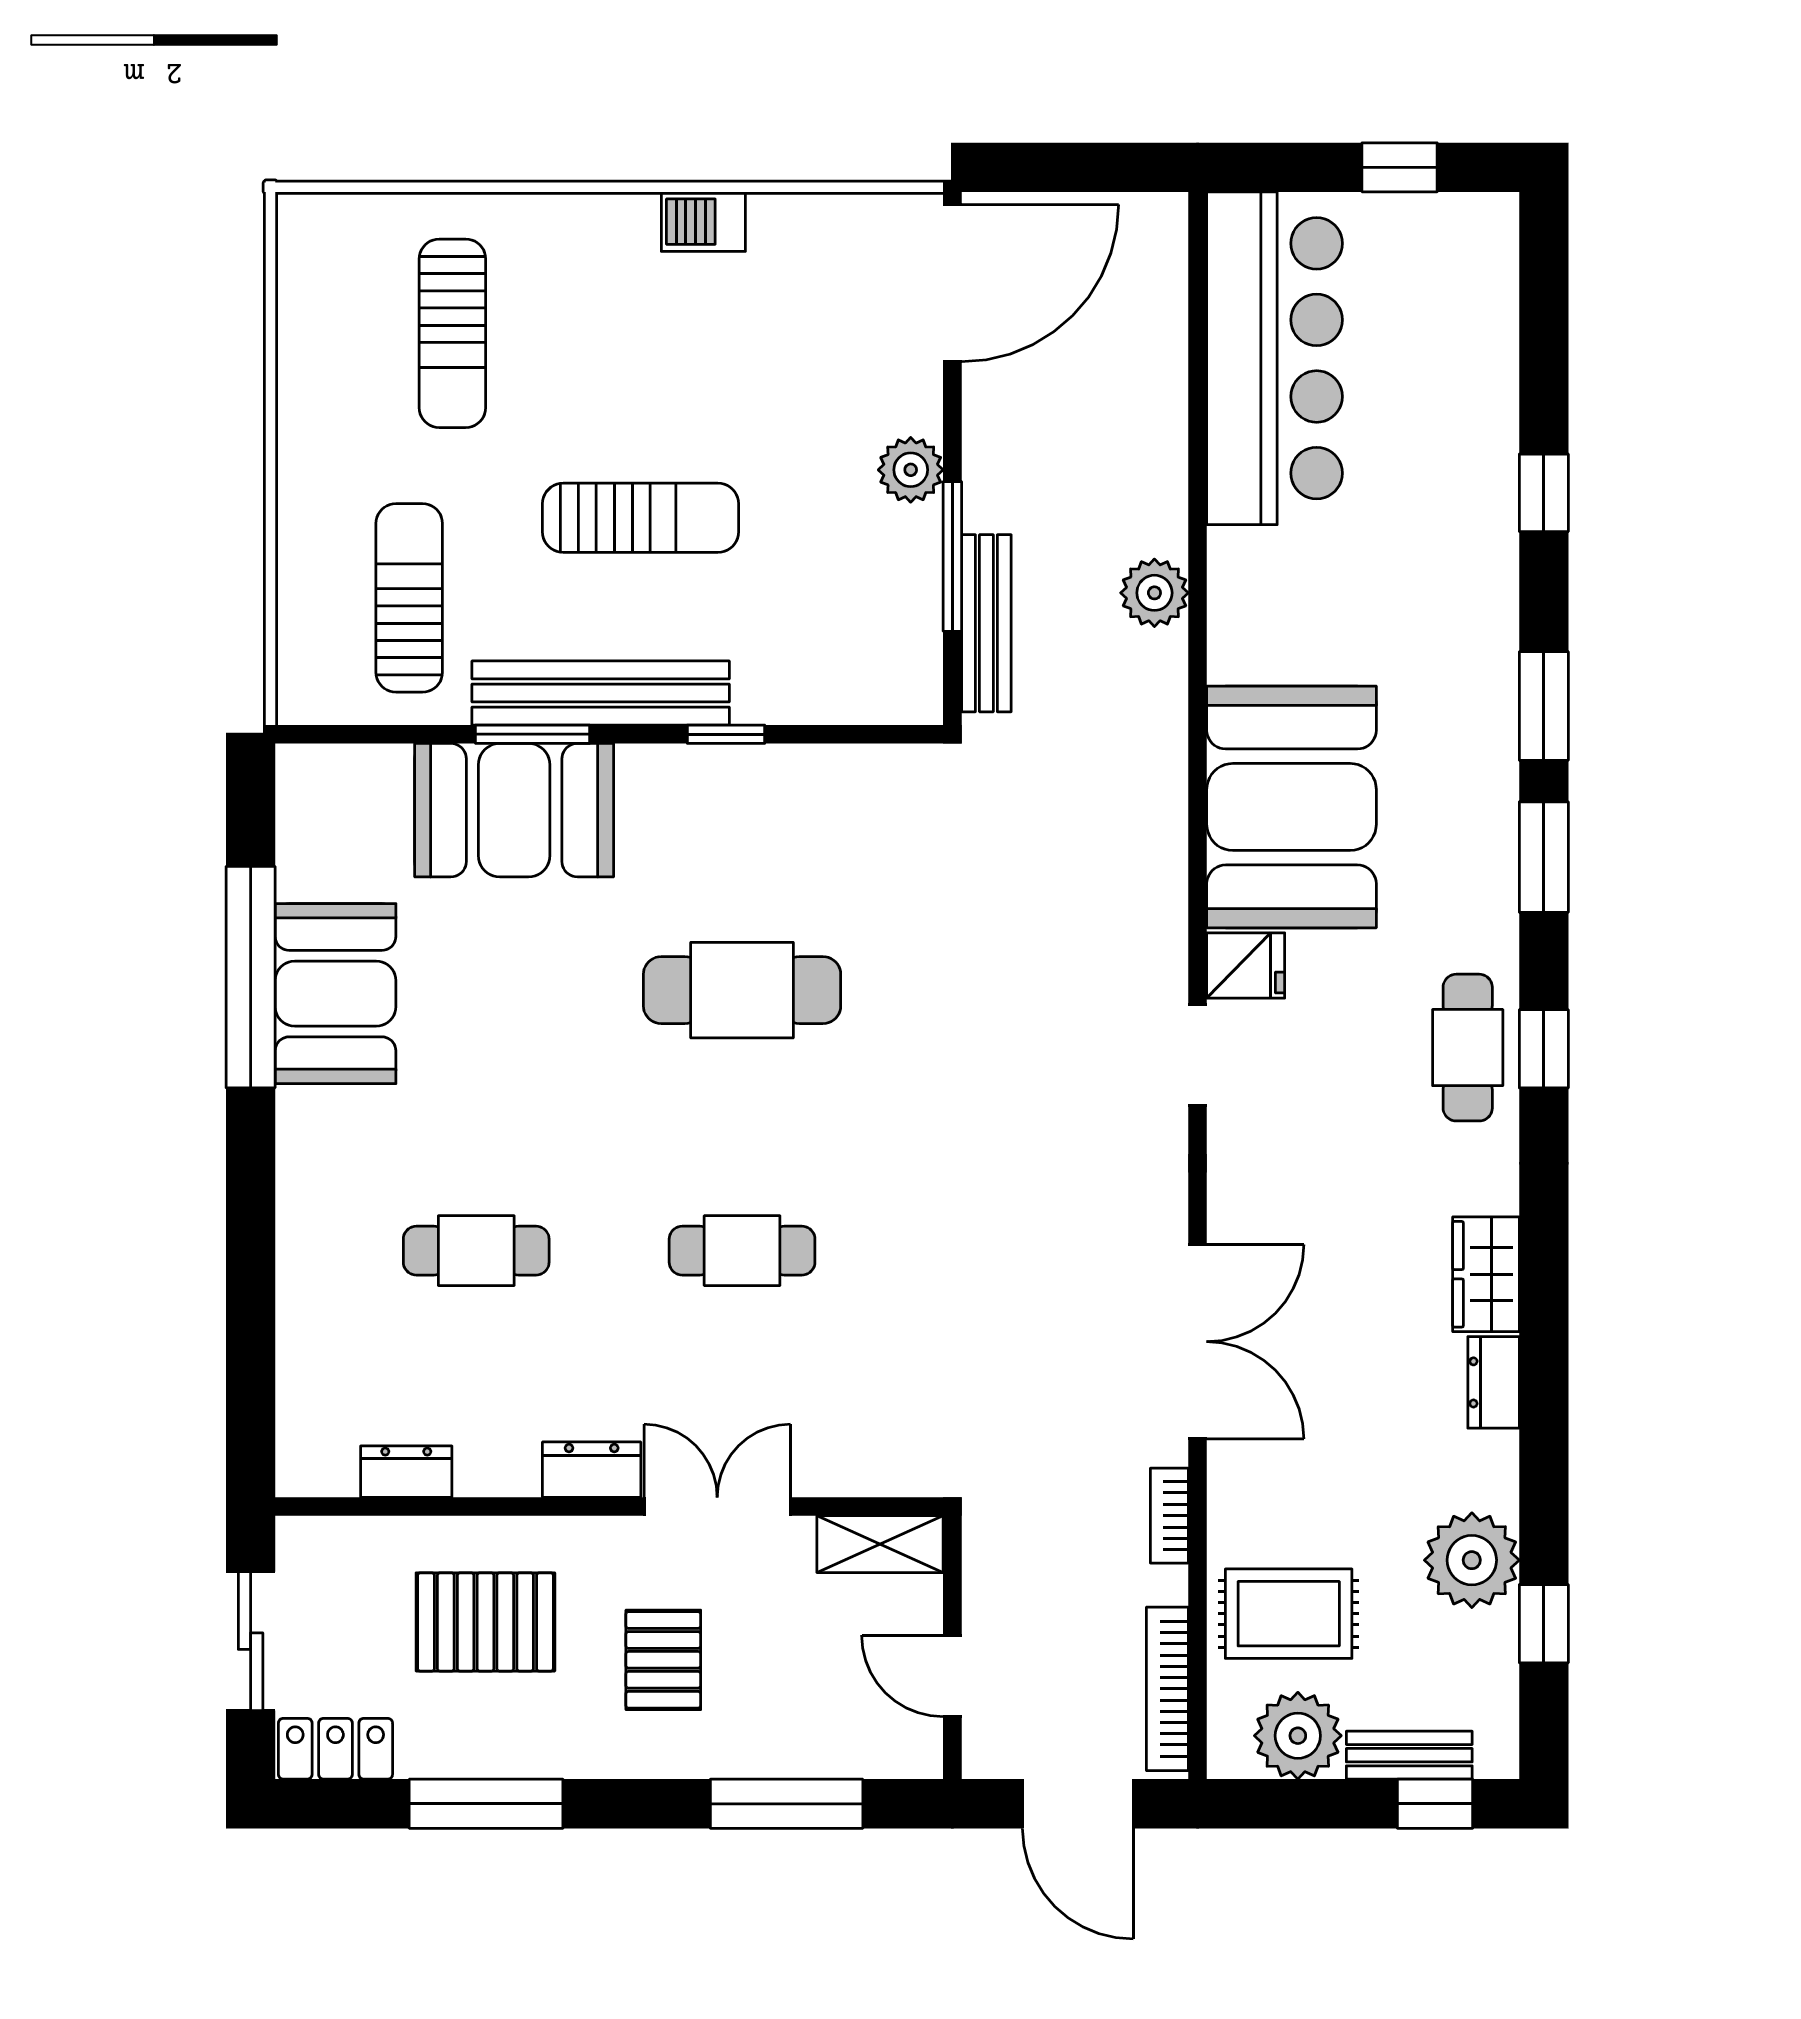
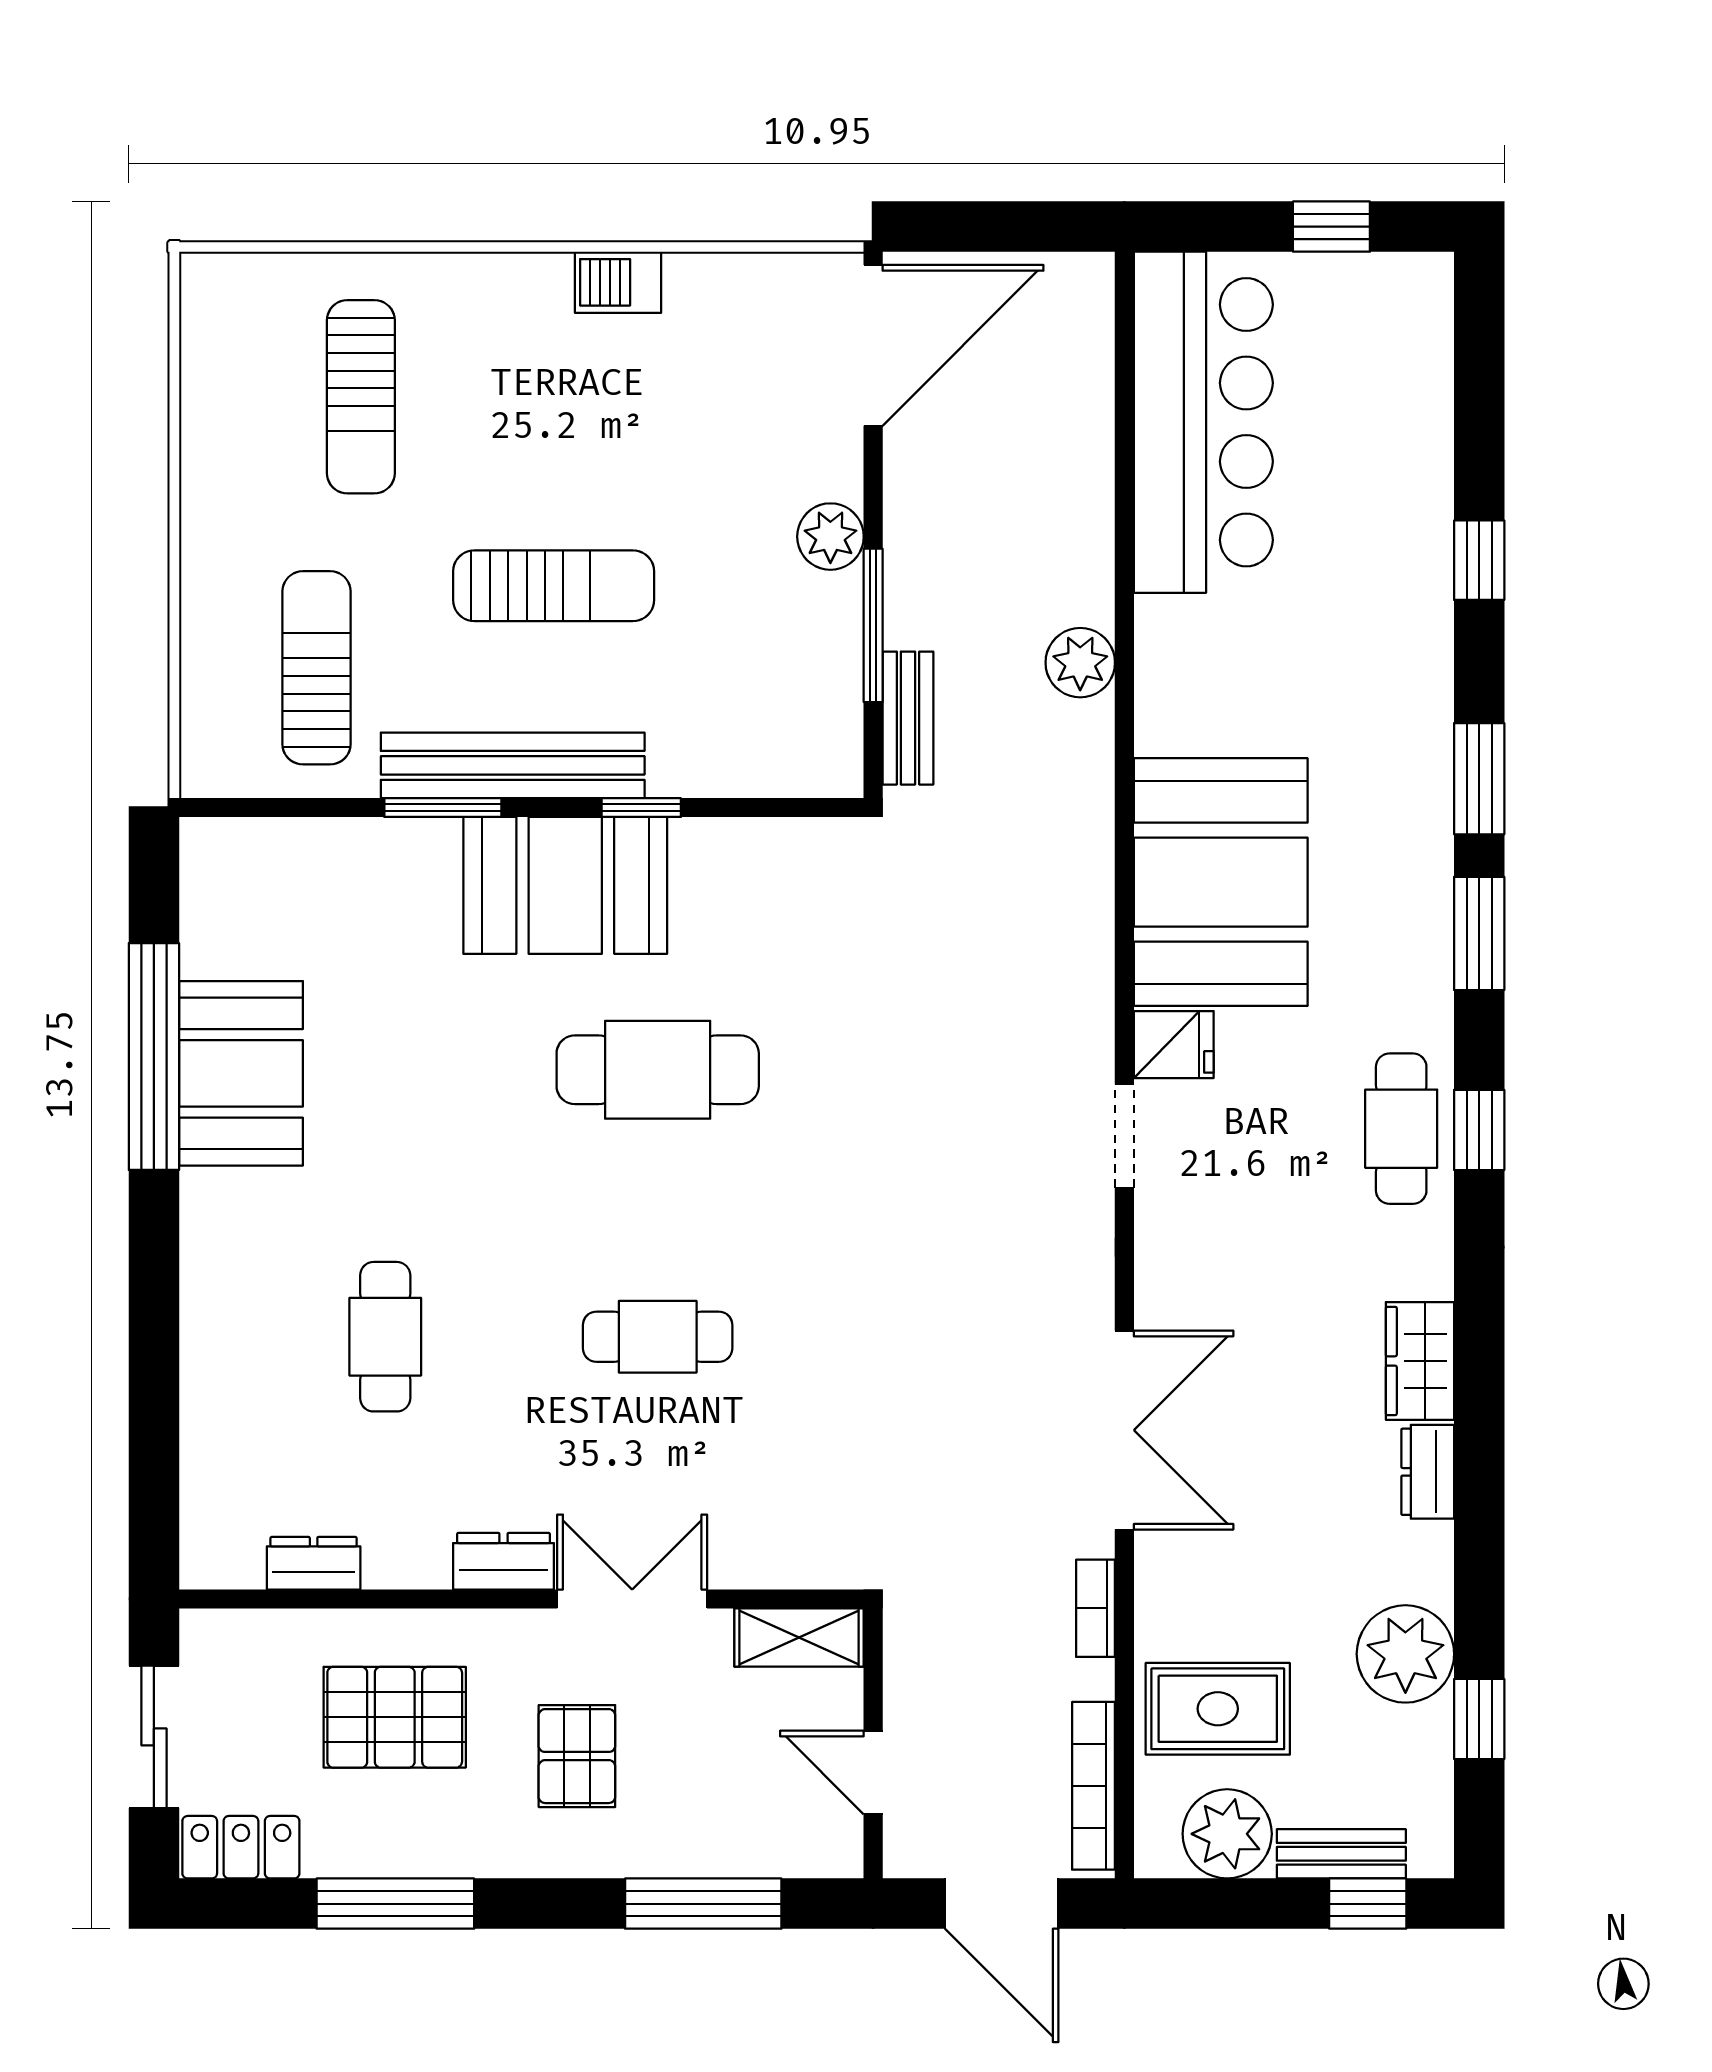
bench: (986, 623) -> (908, 718), width x0.73
booth: (514, 810) -> (565, 885), moved
cafe table: (476, 1251) -> (385, 1337), turned 90

